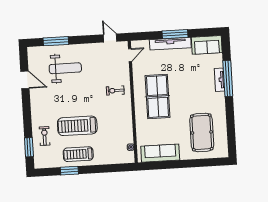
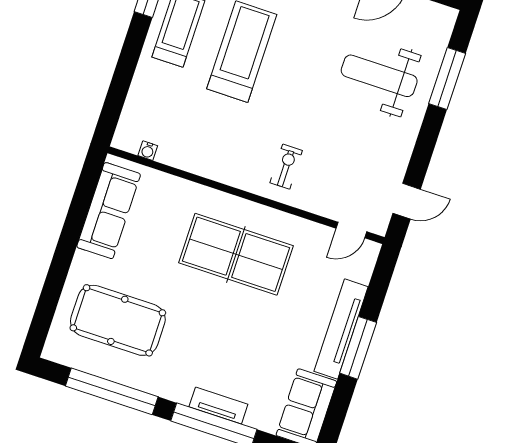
door: (130, 55) -> (351, 230), hinge flipped
weight bench: (65, 68) -> (379, 76), turned 90
window: (231, 124) -> (112, 391), added

